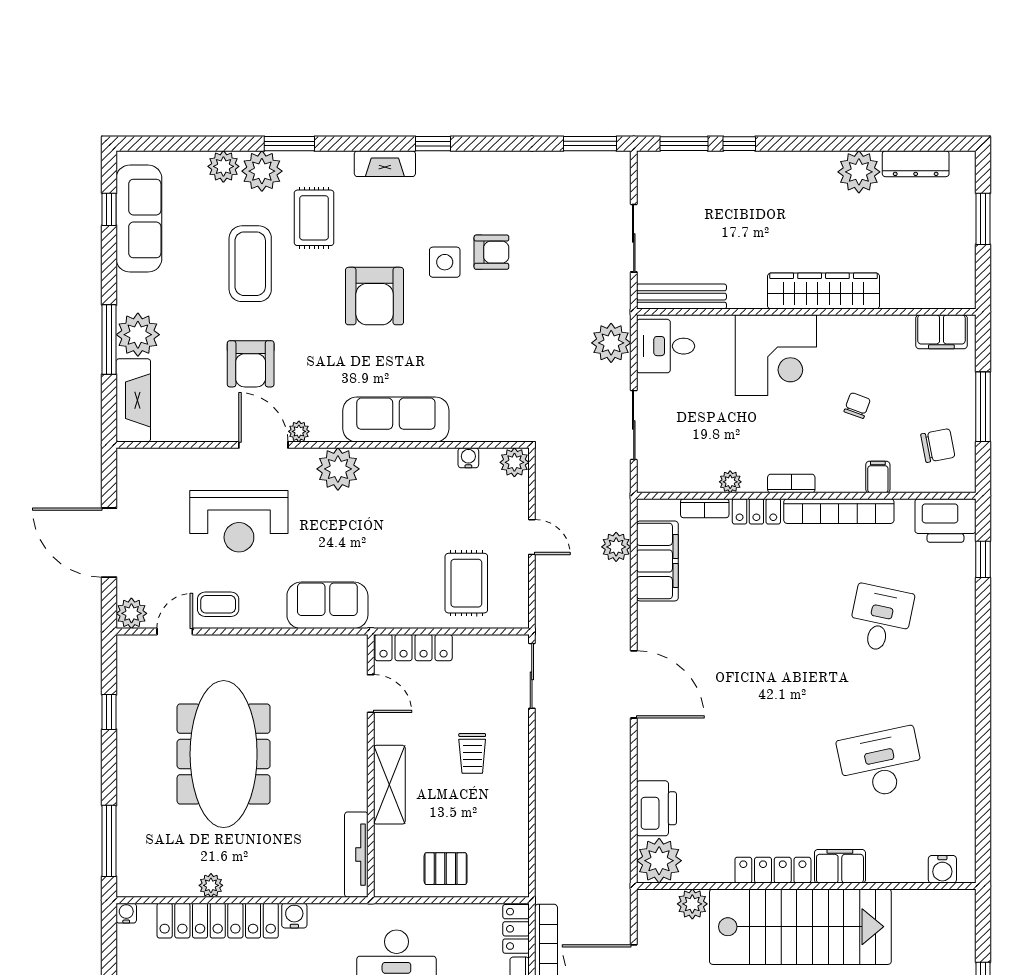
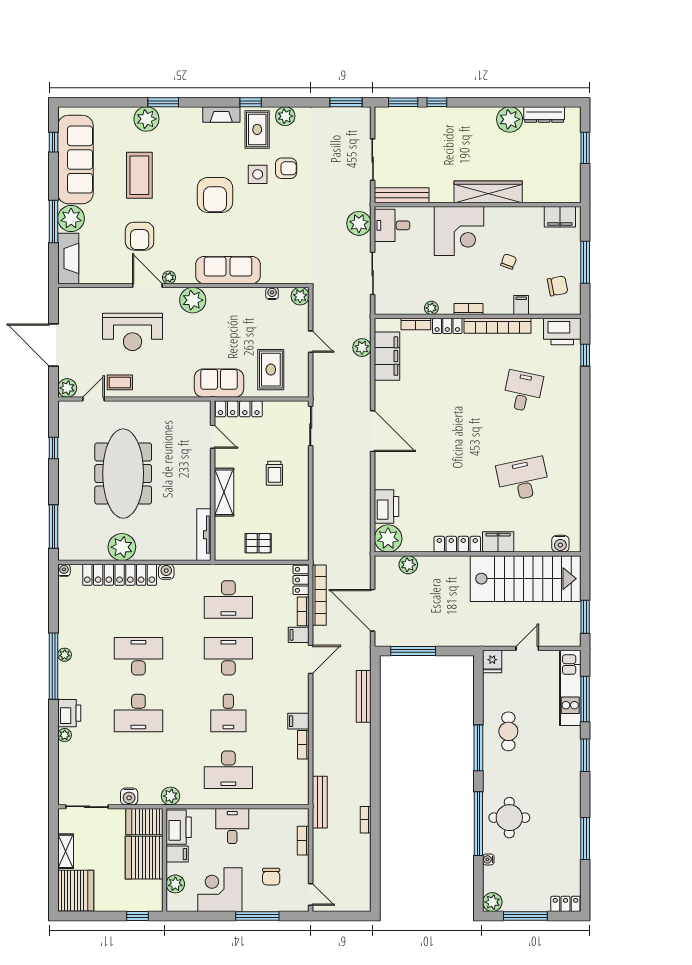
plant: (223, 166) -> (285, 116), moved
rug: (314, 218) -> (257, 129), moved
sofa: (139, 219) -> (75, 160), width x1.36, depth x1.27
sofa: (327, 605) -> (219, 383), moved
plant: (211, 885) -> (122, 547), width x1.88, depth x1.88
stairs: (800, 927) -> (526, 579), moved

